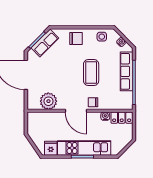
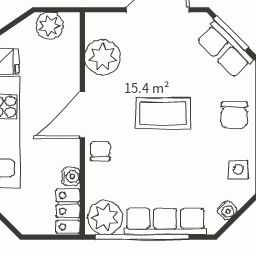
coffee table: (91, 72) -> (163, 113), moved
plant: (125, 100) -> (105, 217), added
plant: (34, 126) -> (49, 26), added

